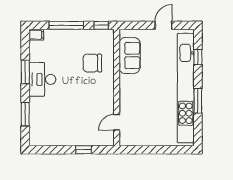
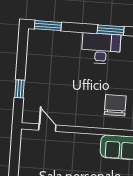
window: (25, 114) -> (48, 26), moved

